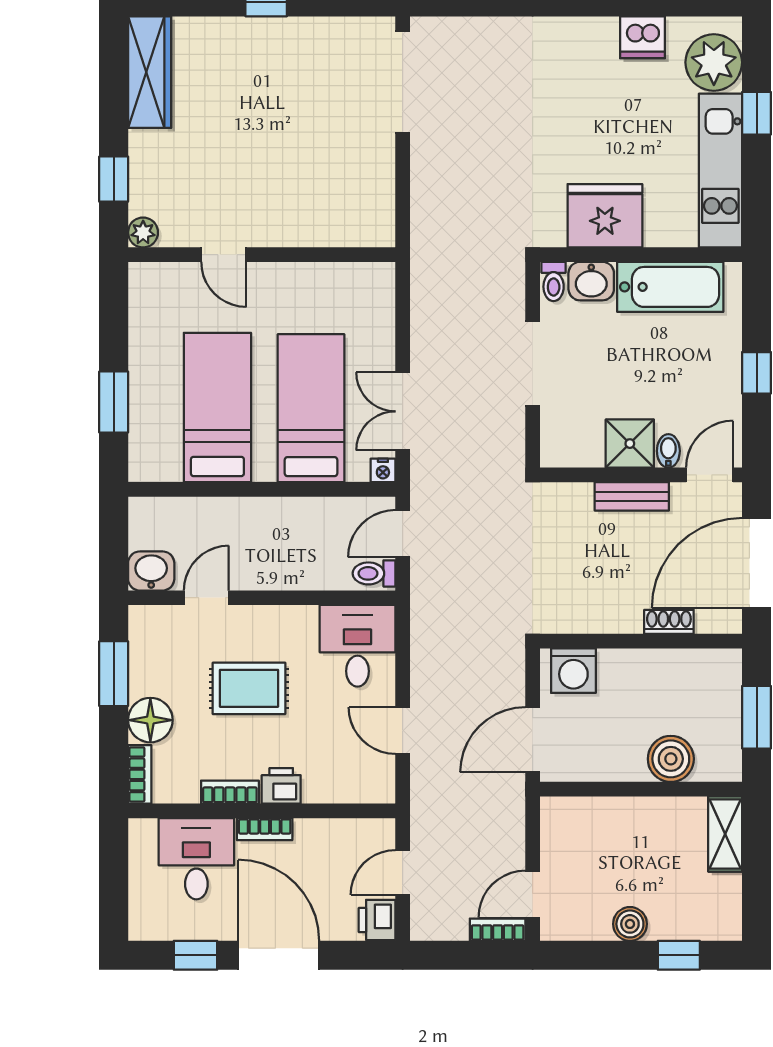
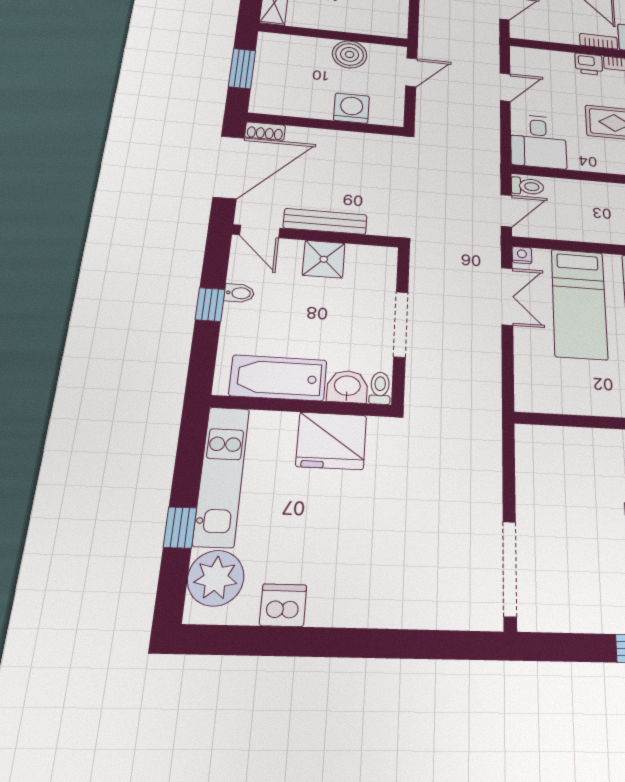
bidet: (668, 451) -> (239, 293), moved, turned -90
door: (710, 475) -> (260, 231), hinge flipped
bench: (632, 496) -> (325, 221), width x1.36
shoe rack: (669, 622) -> (265, 131), moved
washing machine: (573, 671) -> (352, 108), moved
door: (403, 730) -> (505, 87), hinge flipped
door: (533, 740) -> (411, 72), width x0.73
boiler: (671, 759) -> (350, 54), moved

